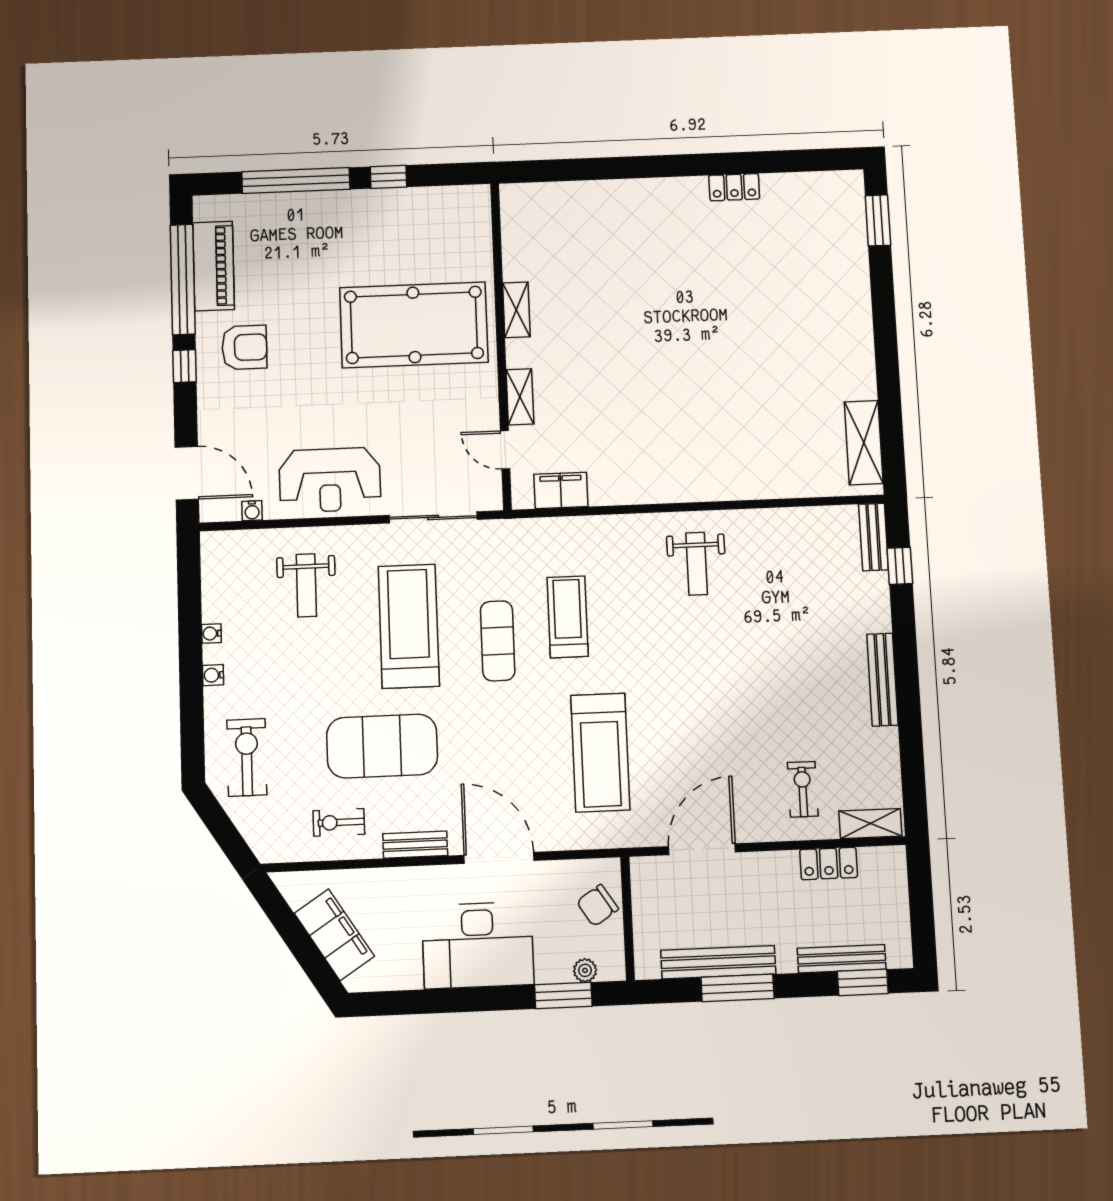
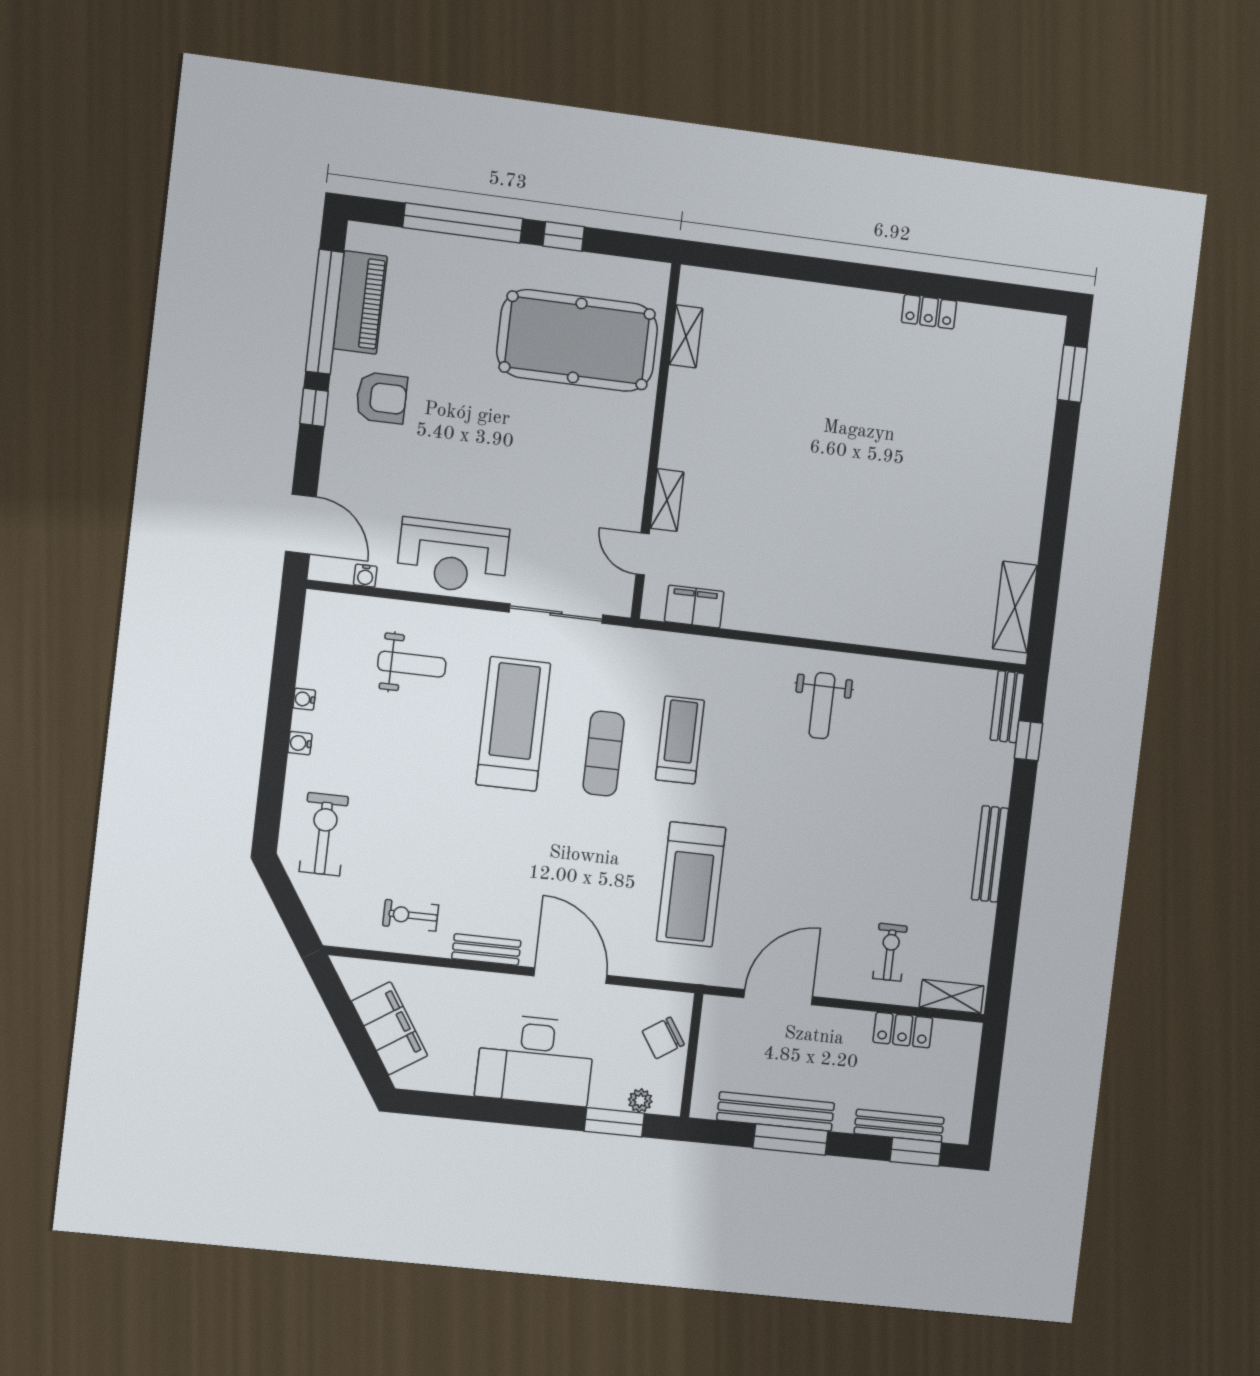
shelving: (516, 310) -> (686, 336), moved
pool table: (414, 325) -> (577, 340), moved
weight bench: (306, 585) -> (412, 664), turned -90
exercise mat: (382, 746) -> (467, 844), removed

